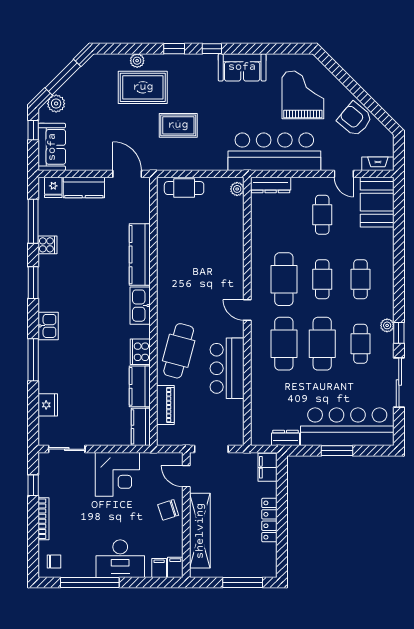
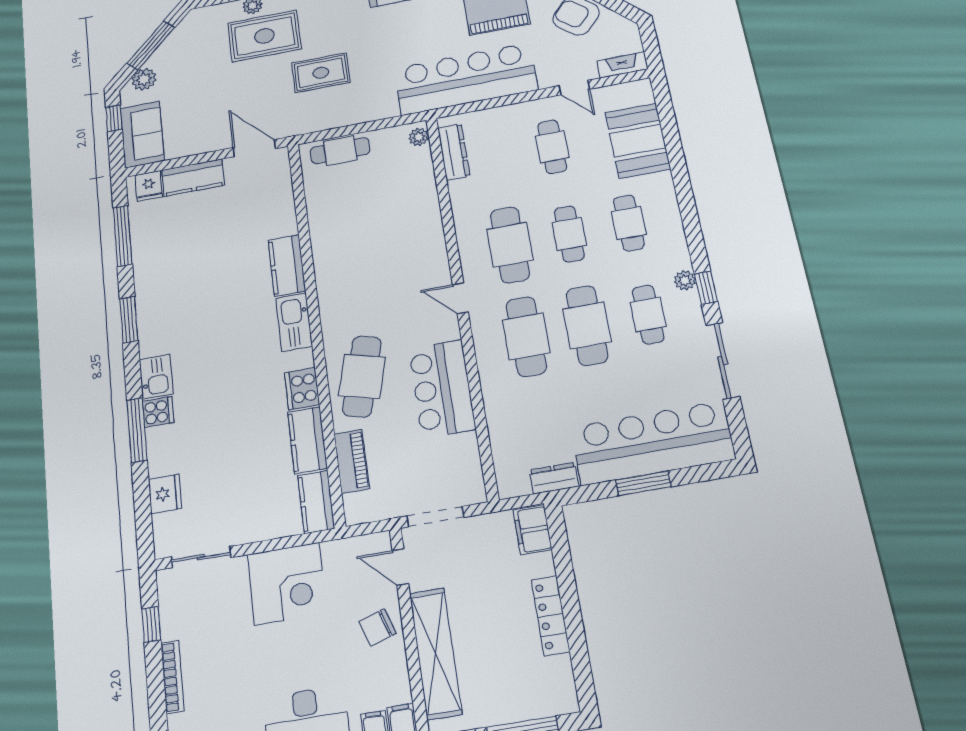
dresser: (271, 185) -> (454, 152), moved, turned -90
booth: (377, 202) -> (638, 141), moved
cooker: (47, 245) -> (158, 412), moved
kitchen counter: (140, 255) -> (287, 265), width x0.67

